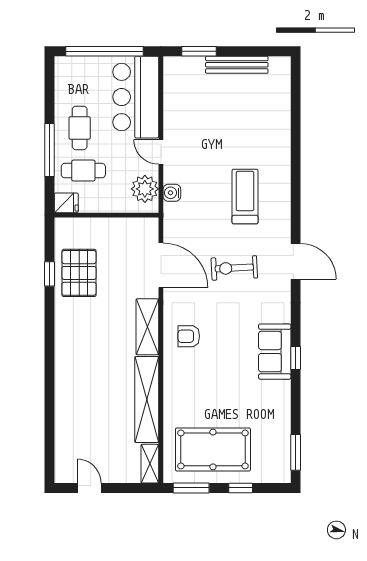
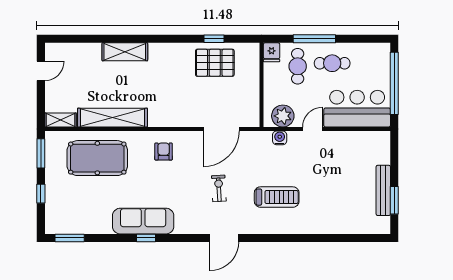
window: (199, 51) -> (394, 200), moved
exercise bike: (234, 268) -> (219, 188), width x0.73, depth x0.72
shelving: (147, 327) -> (125, 52), moved
sofa: (275, 352) -> (143, 221), width x1.36
pool table: (213, 449) -> (97, 158), moved, turned 90

